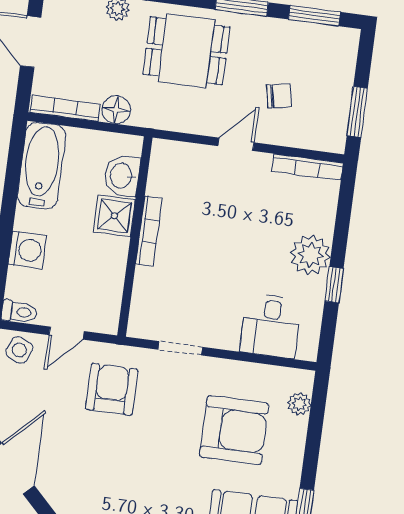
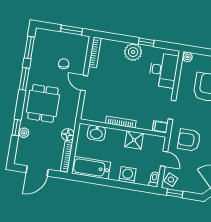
shower: (114, 216) -> (134, 140), moved
filing cabinet: (140, 322) -> (160, 127), added
desk: (271, 326) -> (163, 70), width x1.37
plant: (299, 404) -> (188, 57), moved

